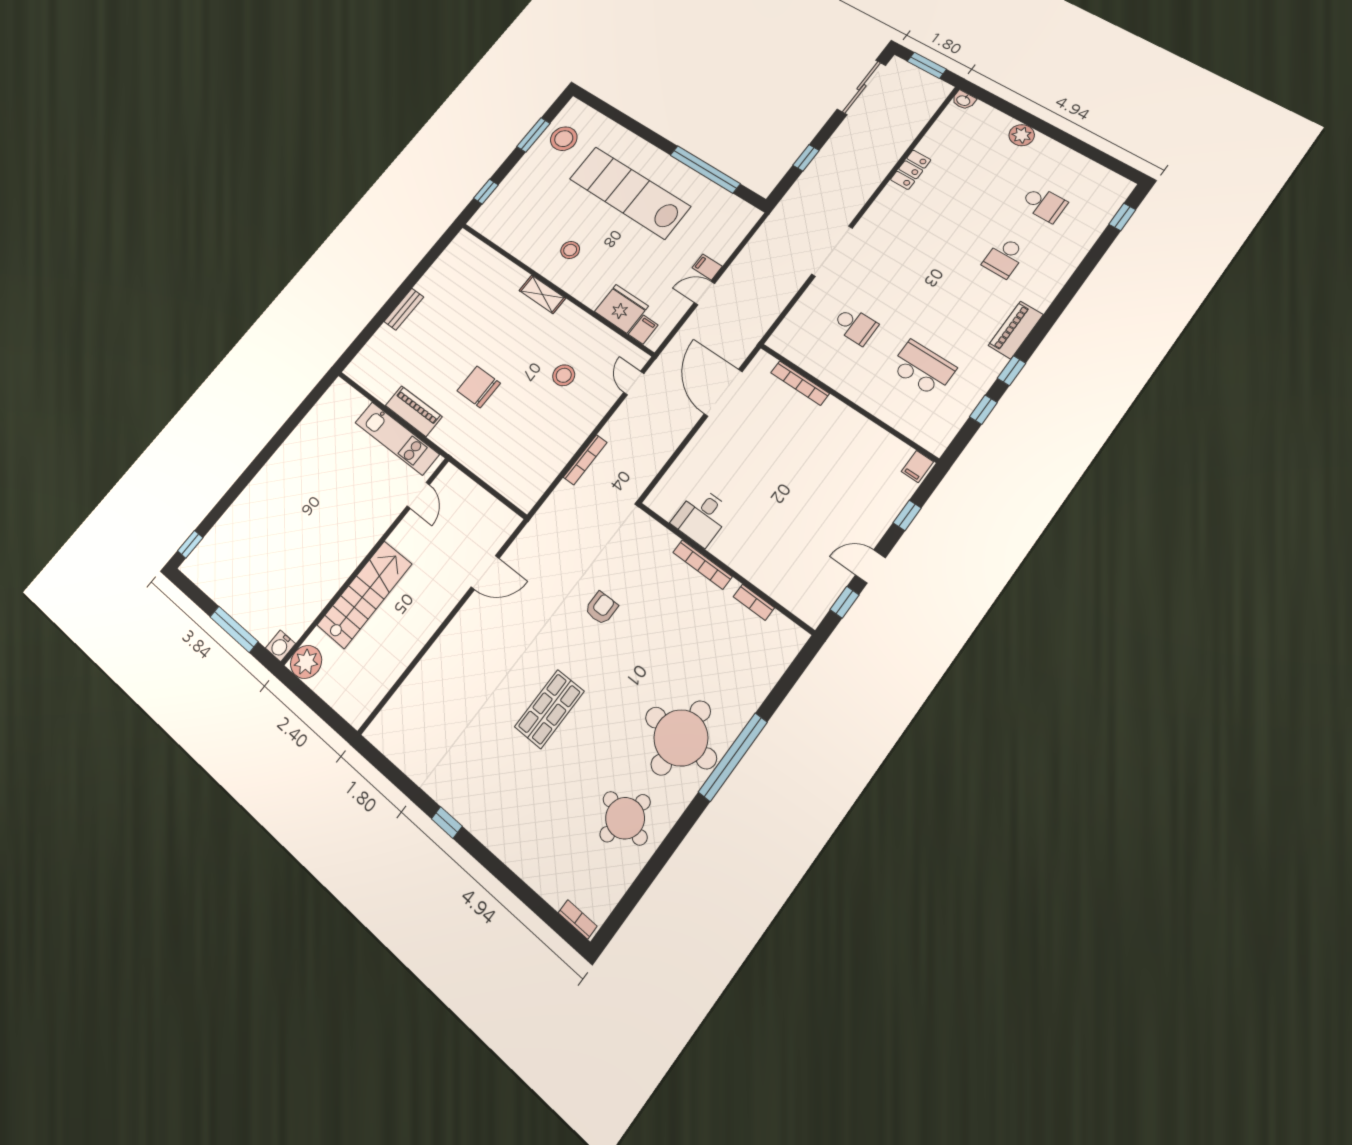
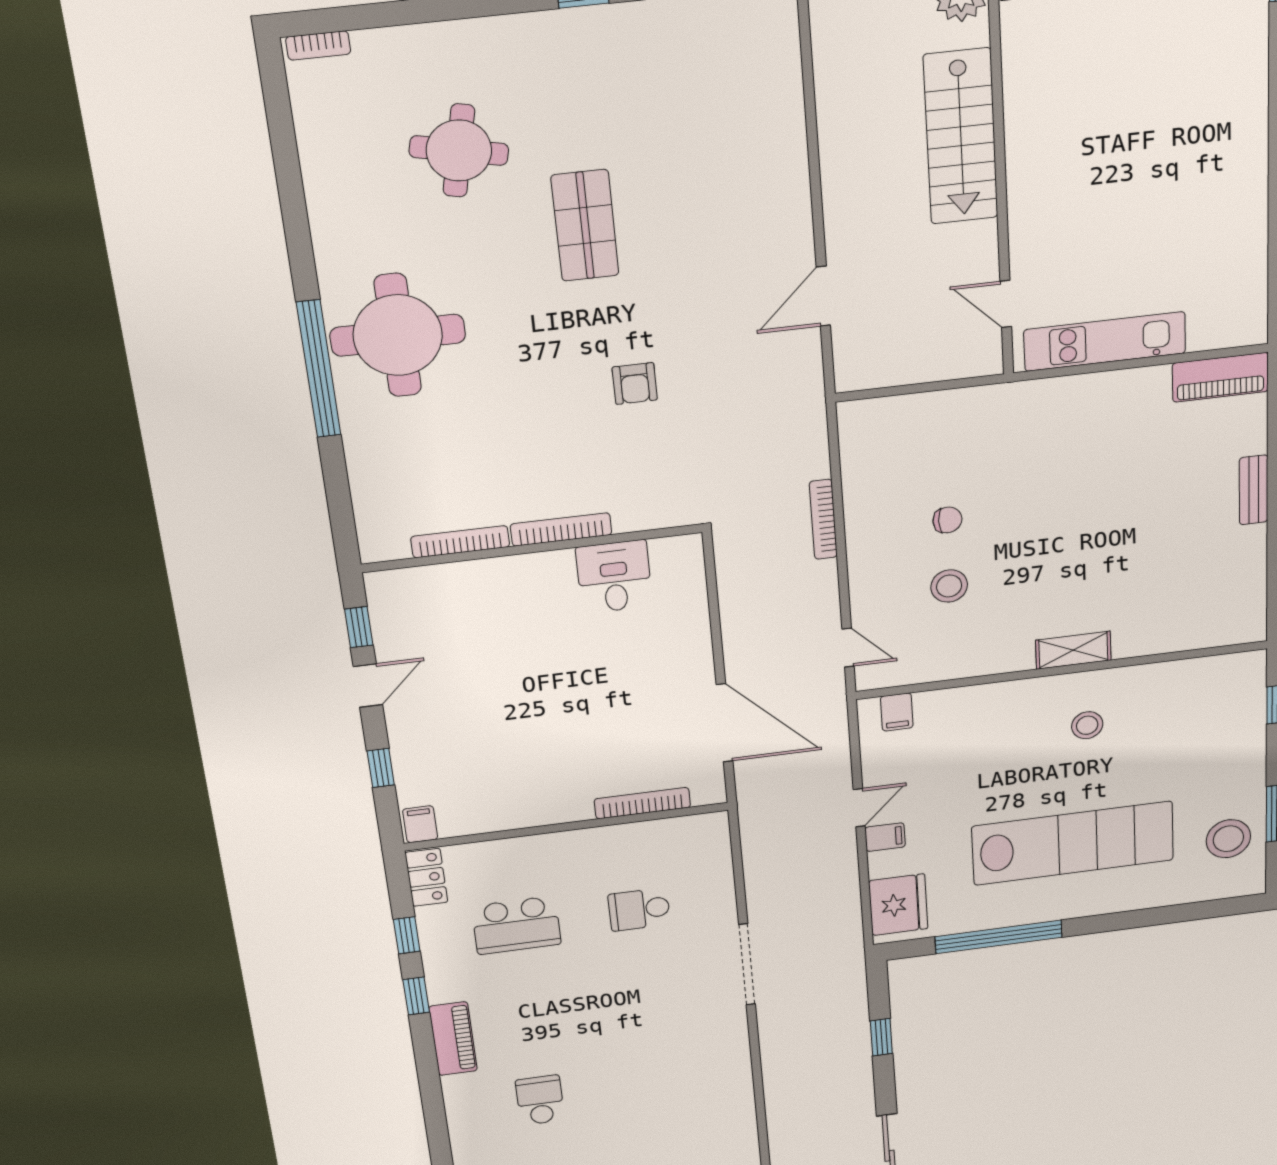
locker: (911, 170) -> (426, 877), moved, turned 180
fridge: (621, 309) -> (898, 905), moved, turned -90
chair: (479, 387) -> (947, 520), moved, width x0.54, depth x0.54
piano: (414, 411) -> (1220, 377), moved
bookcase: (754, 602) -> (460, 542), width x1.56
round table: (625, 818) -> (459, 151), moved

